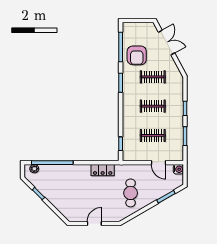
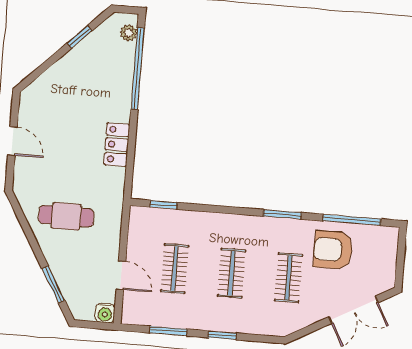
door: (158, 163) -> (121, 275), swing flipped
locker: (103, 170) -> (117, 145), moved

